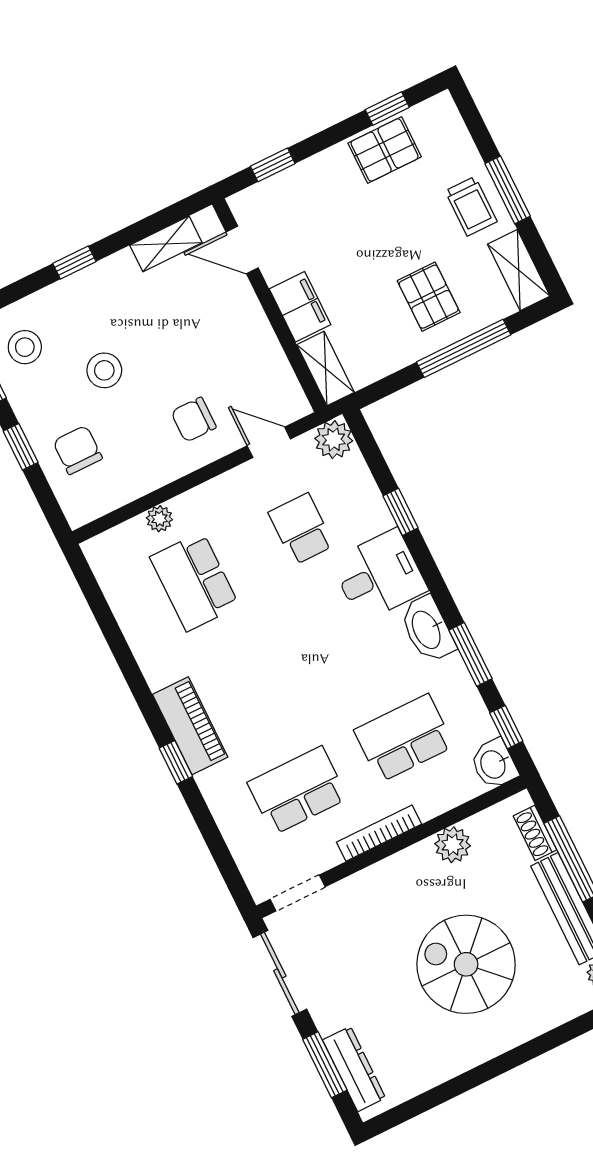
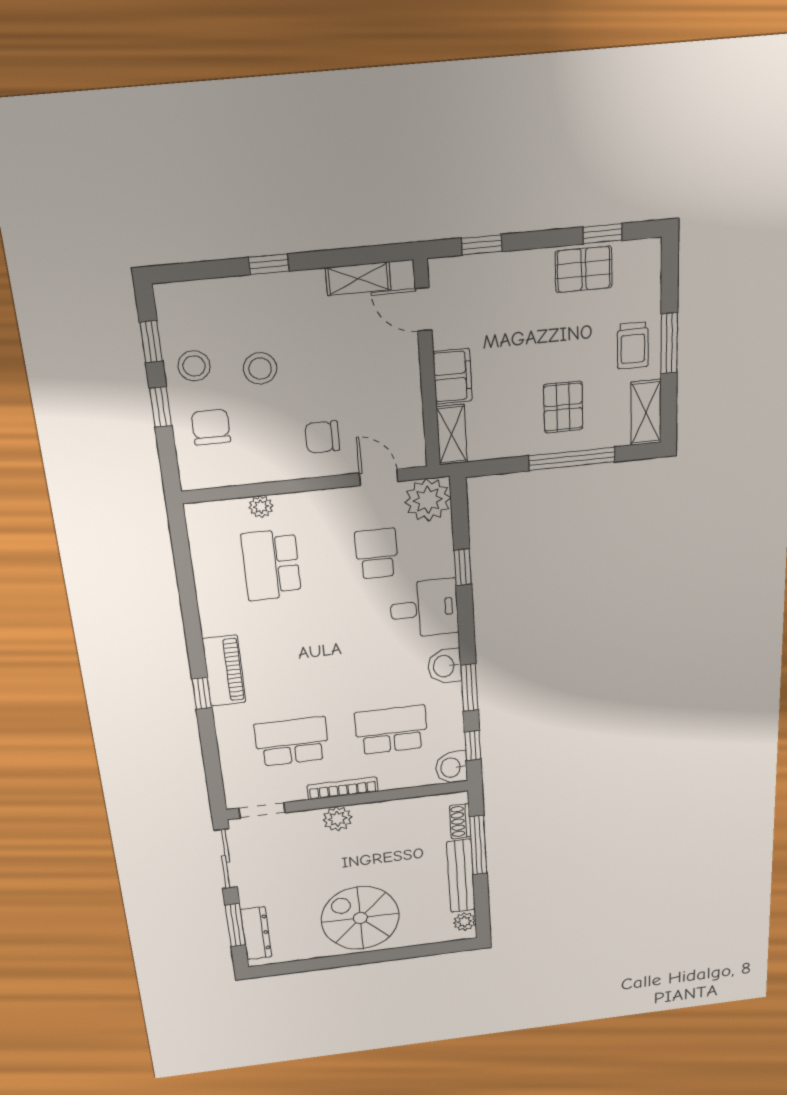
stool: (25, 347) -> (194, 366), moved
plant: (334, 440) -> (428, 500), width x1.36, depth x1.36
washbasin: (427, 629) -> (445, 666), width x0.72
plant: (453, 845) -> (337, 819), moved
spiral stairs: (466, 964) -> (360, 918), moved

